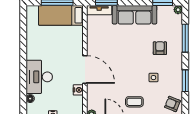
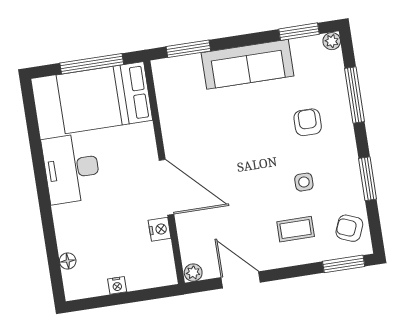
tv unit: (99, 10) -> (176, 66), removed
bed: (61, 15) -> (104, 98), width x1.50
desk: (39, 77) -> (72, 168), moved
coffee table: (134, 102) -> (296, 229), moved

